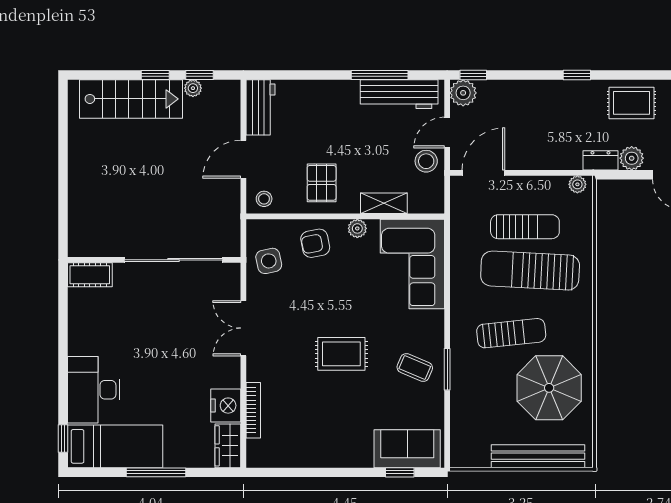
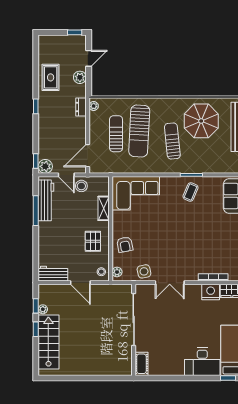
dresser: (600, 160) -> (81, 107), moved
door: (483, 173) -> (88, 156), hinge flipped
pallet: (322, 183) -> (93, 241), turned 90
plant: (357, 228) -> (117, 272), moved
side table: (269, 261) -> (144, 271), moved
rug: (341, 354) -> (183, 231), removed

